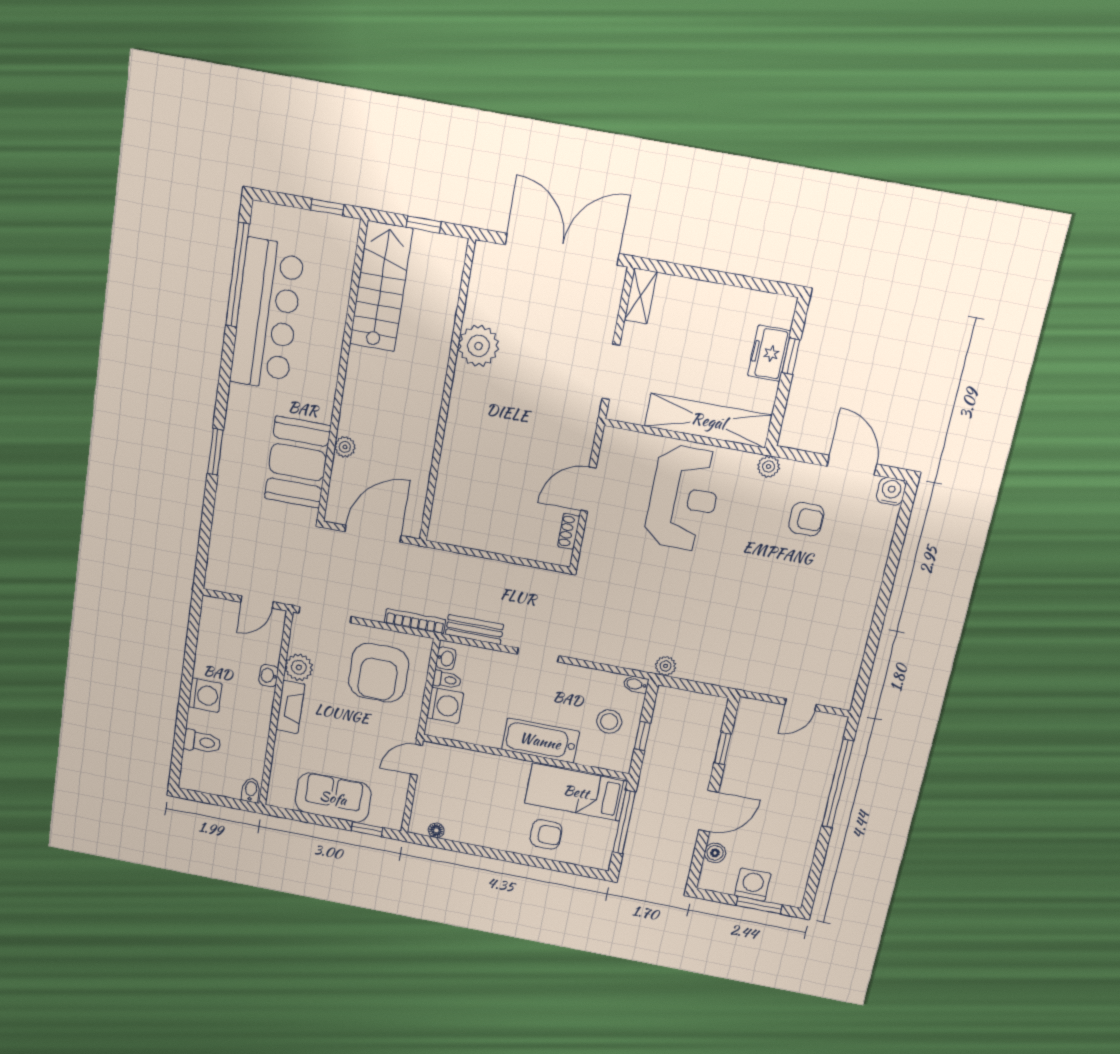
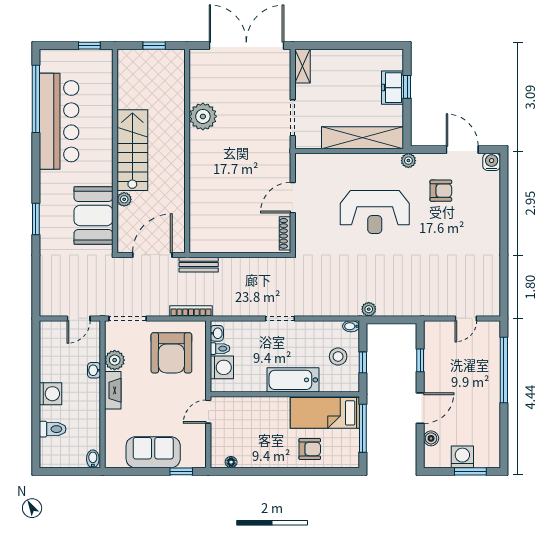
stairs: (381, 287) -> (132, 150), moved
reception desk: (683, 498) -> (375, 212), moved, turned 90
shoe rack: (569, 531) -> (285, 233), width x1.43
bench: (474, 629) -> (199, 265), moved

